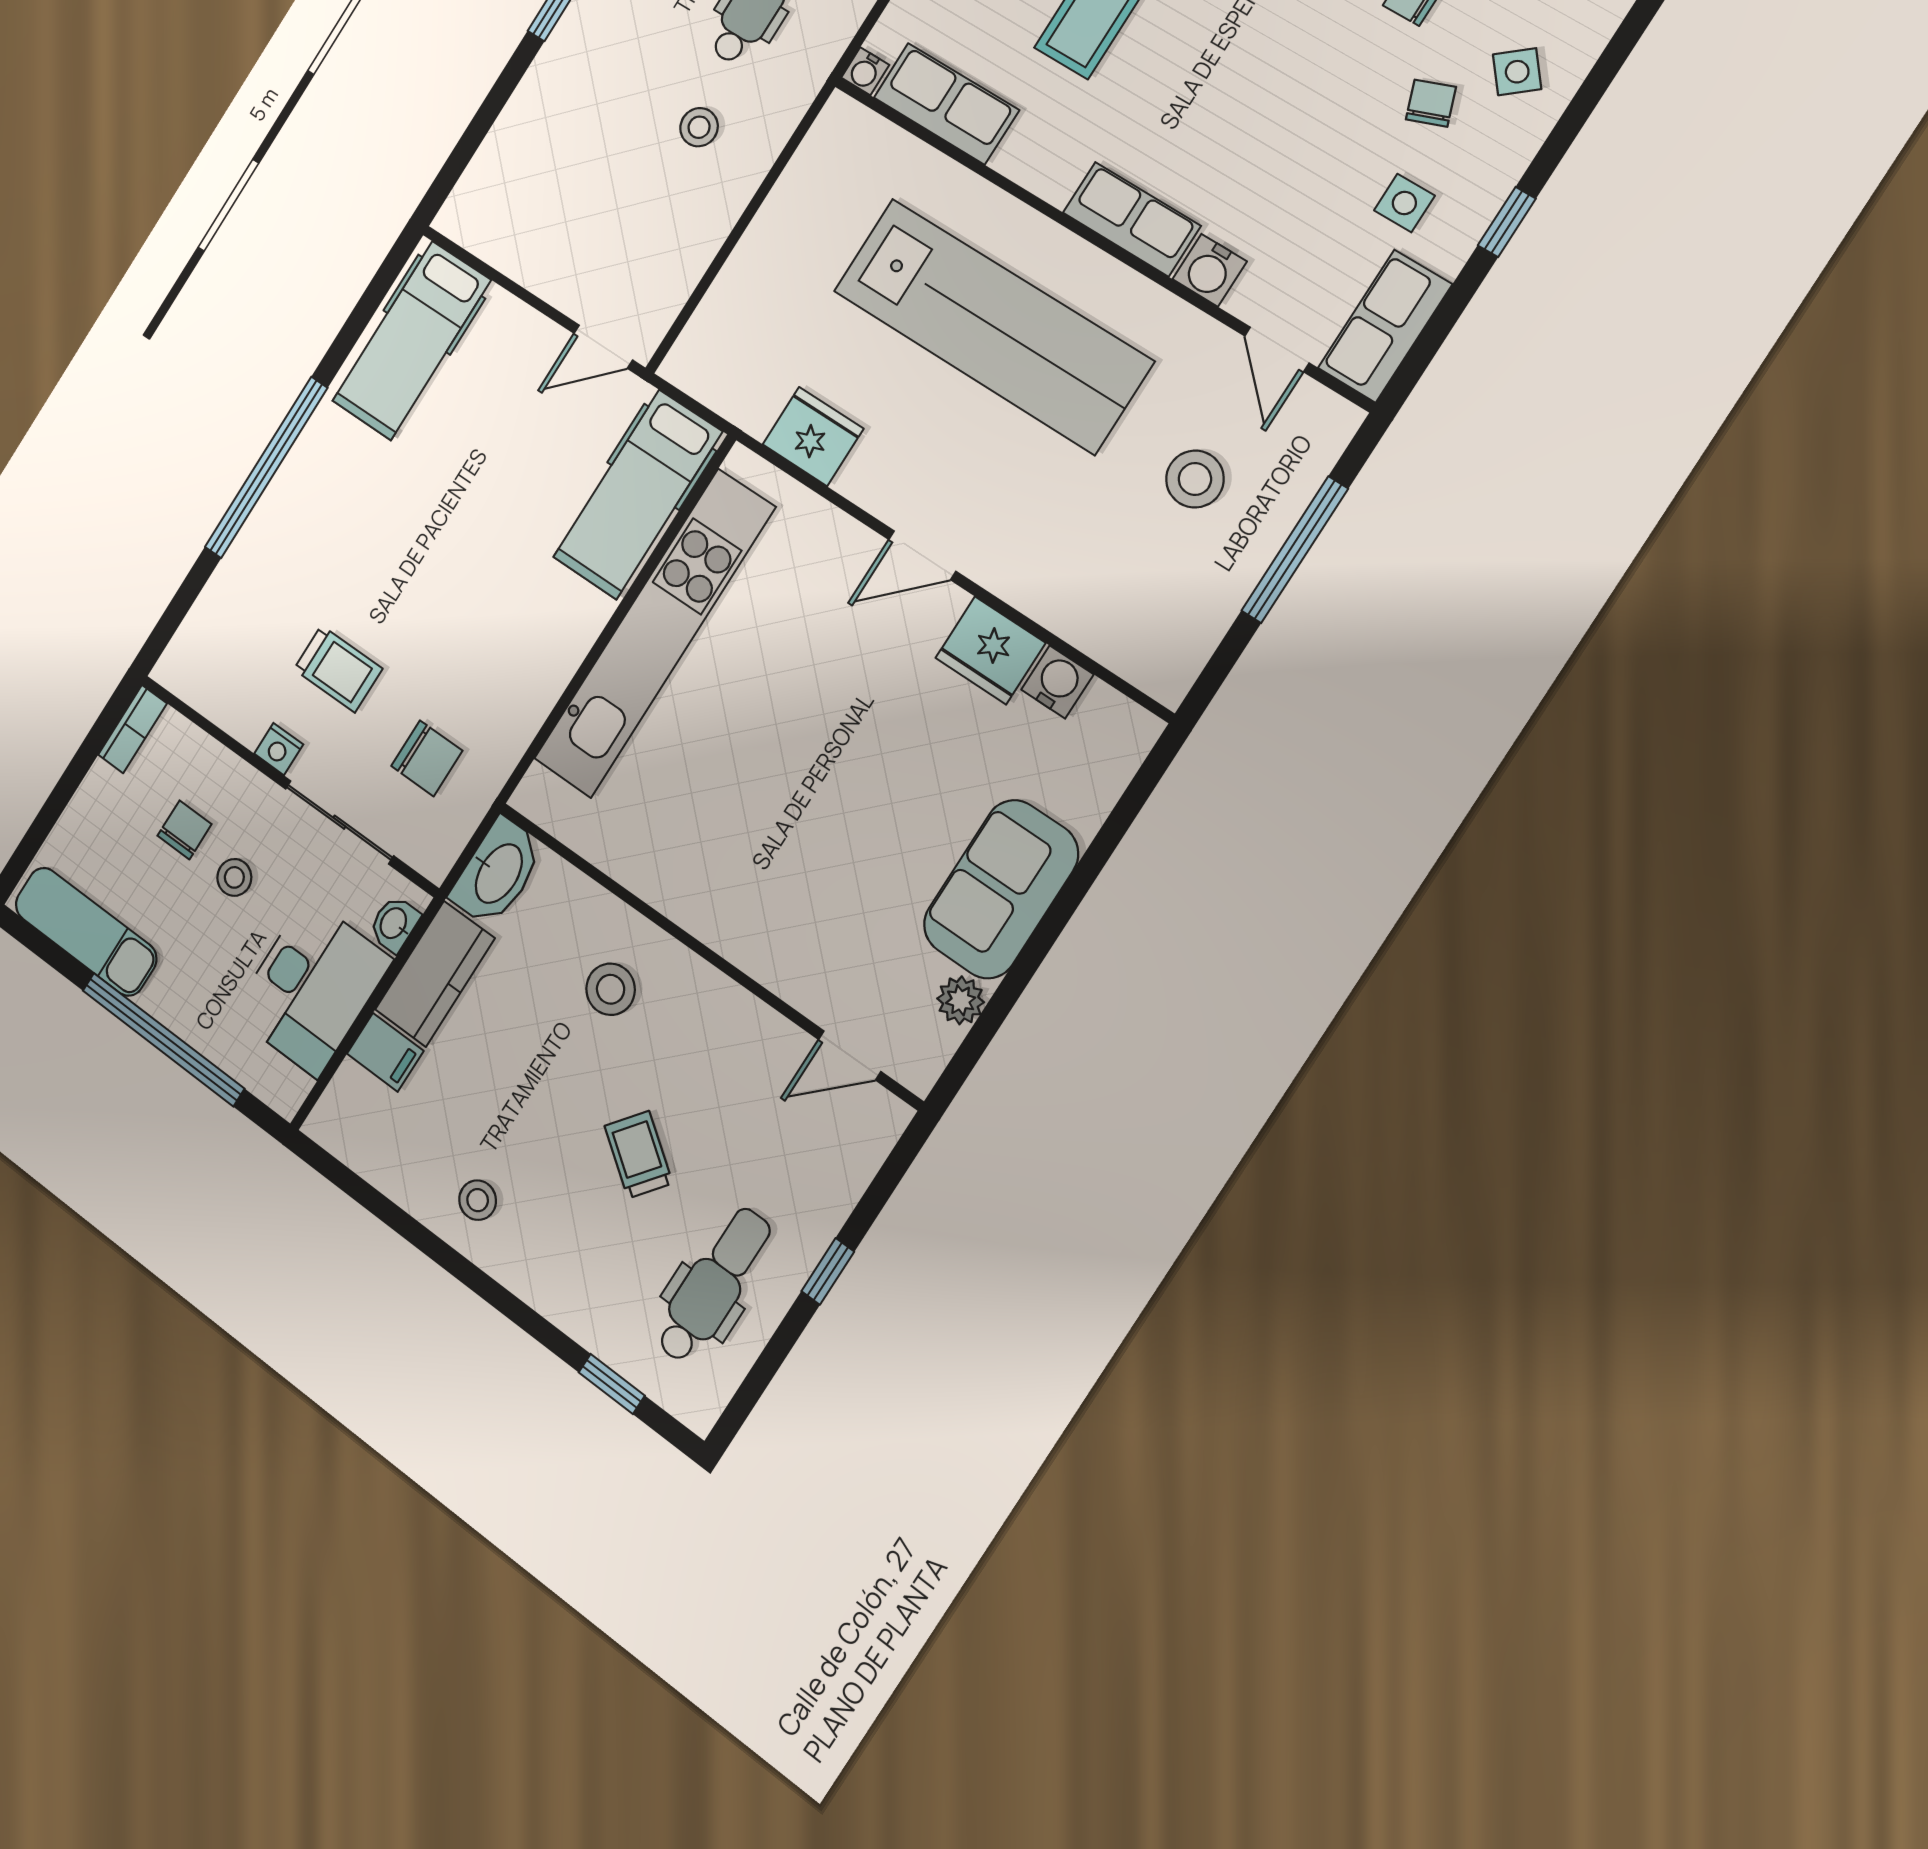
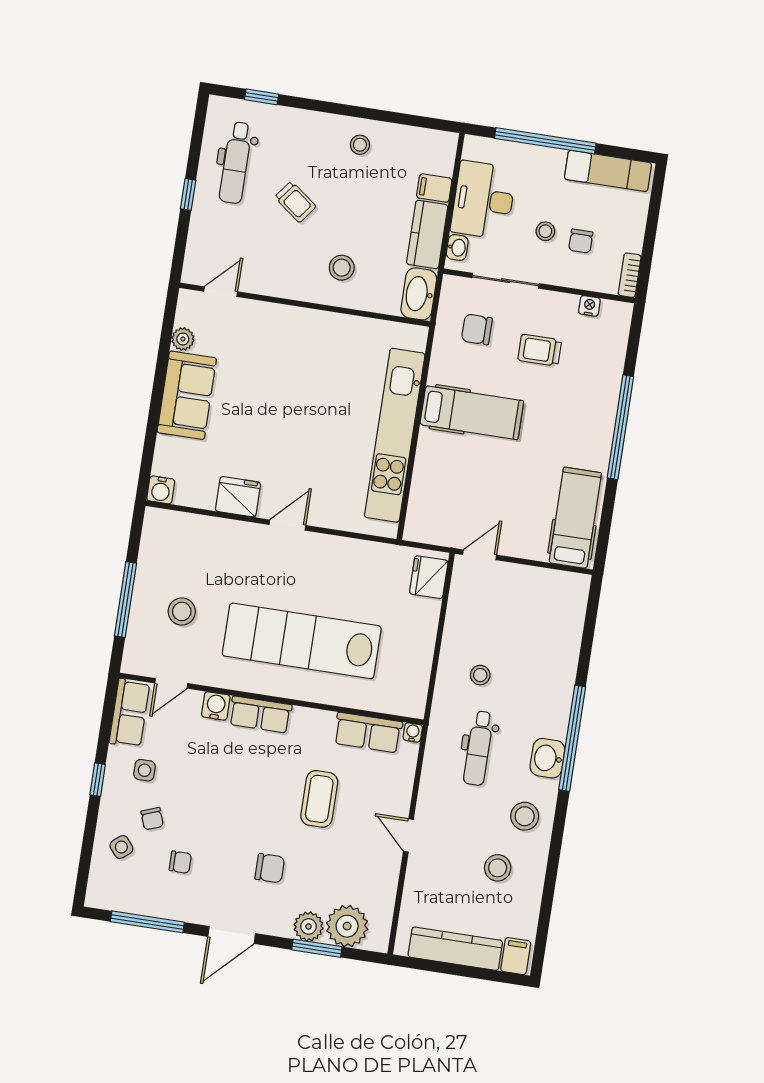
door: (1277, 349) -> (171, 683), swing flipped
fridge: (813, 437) -> (429, 577), moved, turned 90
hospital bed: (638, 495) -> (472, 413), moved, turned 90
water cooler: (1057, 682) -> (161, 490), moved
nightstand: (279, 749) -> (589, 306), moved

